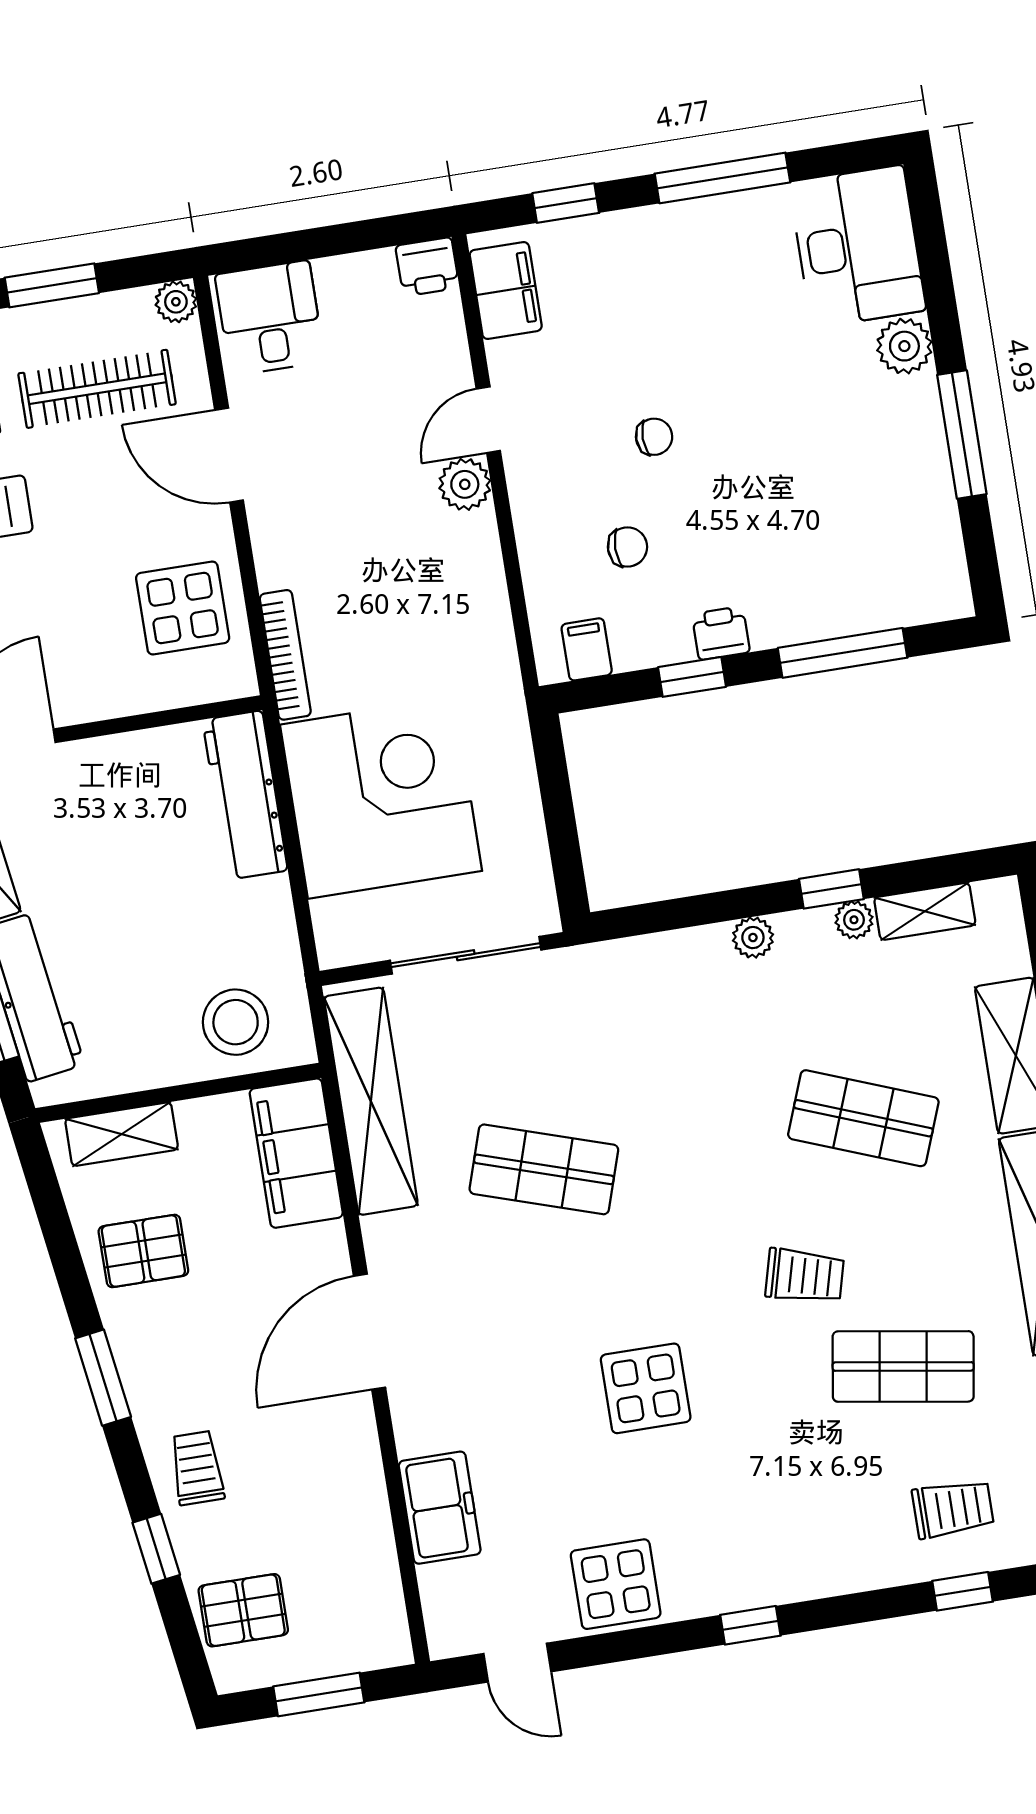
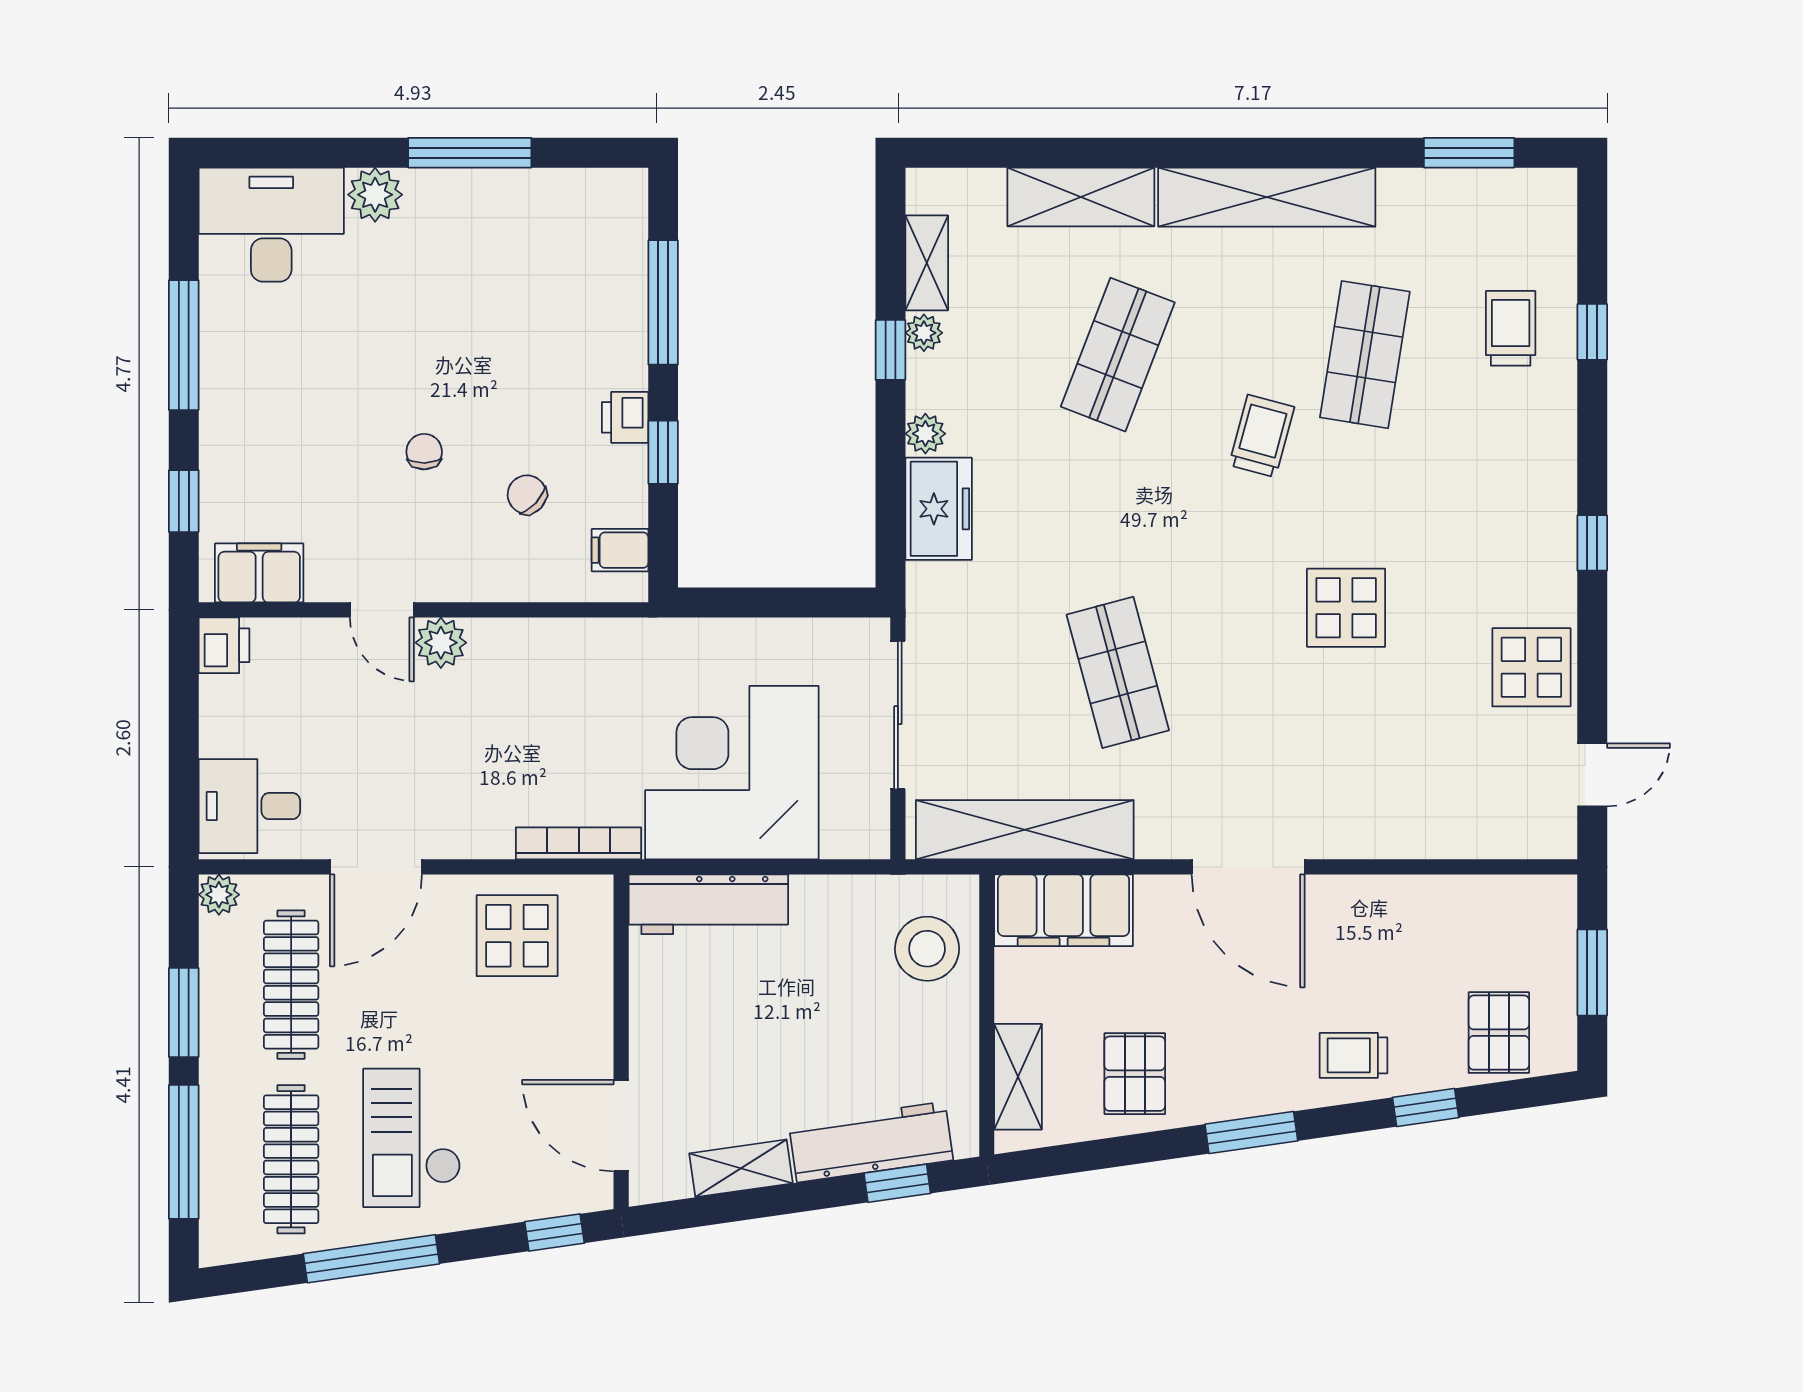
chair: (627, 547) -> (527, 495), turned -47
shop shelf: (544, 1169) -> (1118, 672), turned -33
freezer: (440, 1508) -> (939, 509), moved, turned 90

